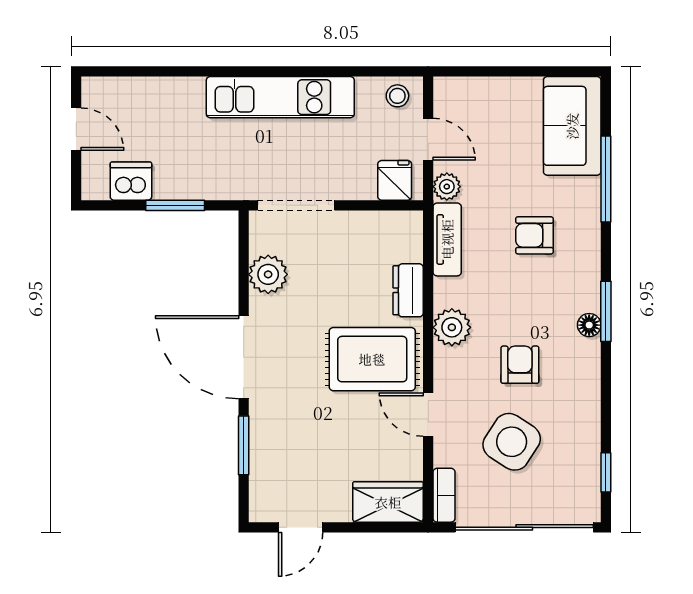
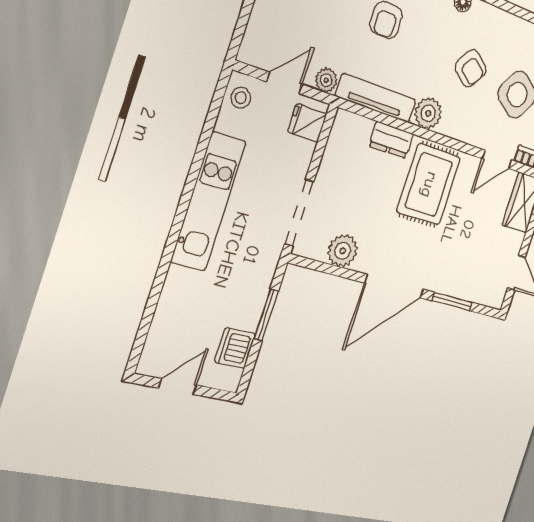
tv unit: (447, 239) -> (376, 98), width x1.41
armchair: (520, 365) -> (471, 68), turned -145
door: (428, 415) -> (497, 159), moved

